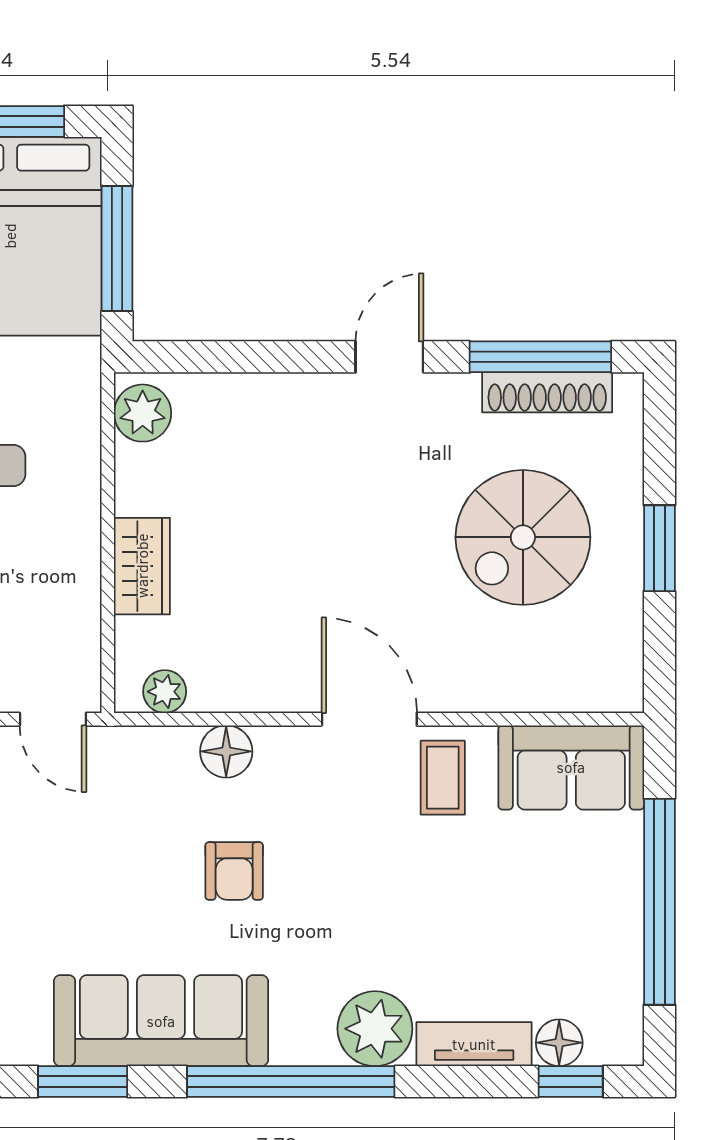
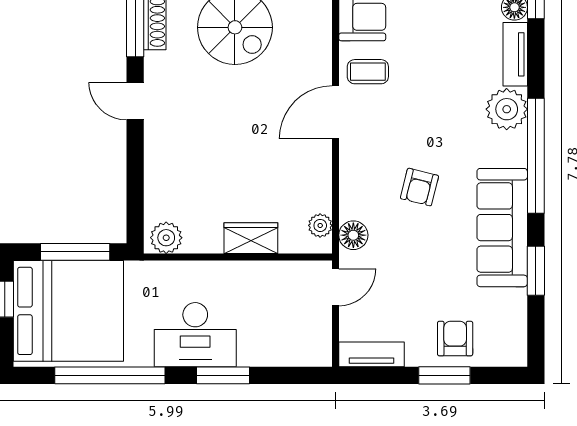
floor lamp: (226, 751) -> (353, 235), moved
armchair: (234, 871) -> (419, 187), turned 104

